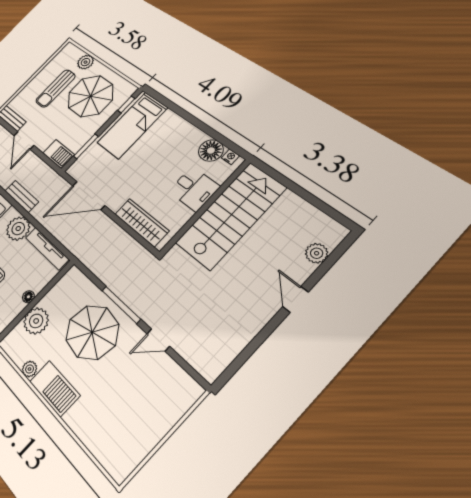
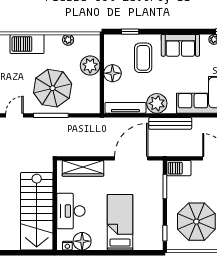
bed: (132, 125) -> (120, 222), moved
desk: (194, 189) -> (71, 211), width x1.37
bench: (22, 196) -> (170, 123), width x1.36
floor lamp: (28, 297) -> (112, 73), width x1.89, depth x1.89
barbecue: (55, 388) -> (27, 44), moved

